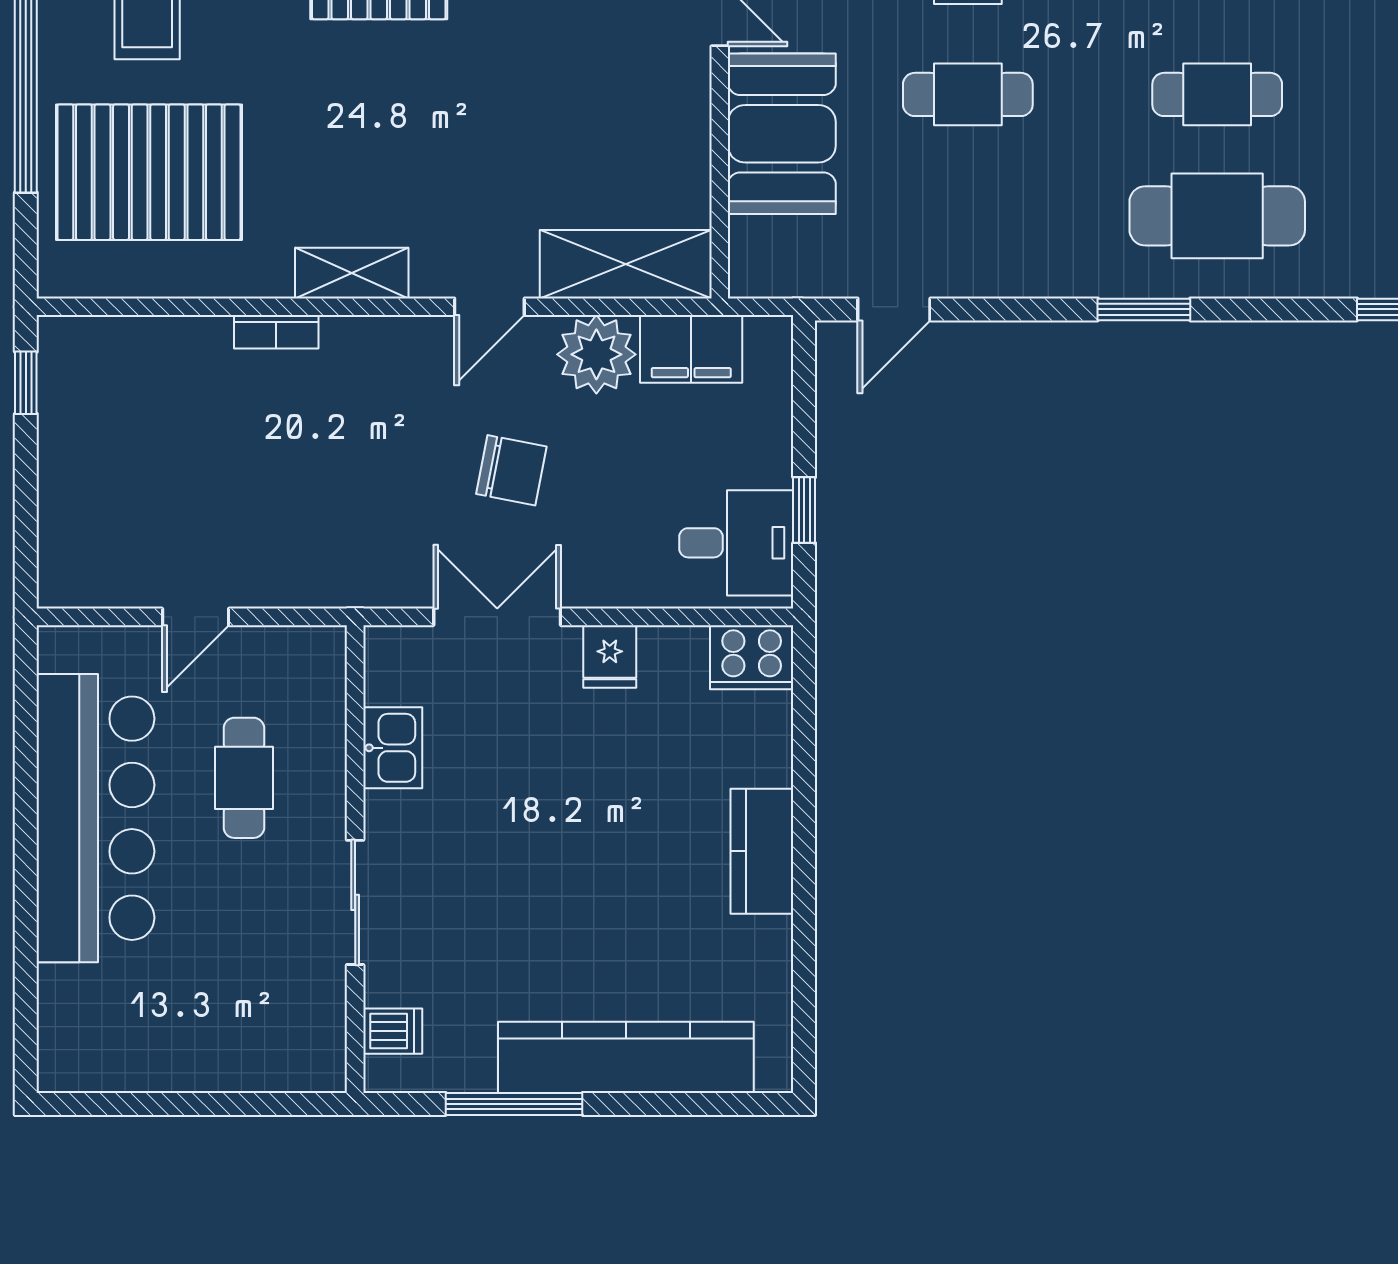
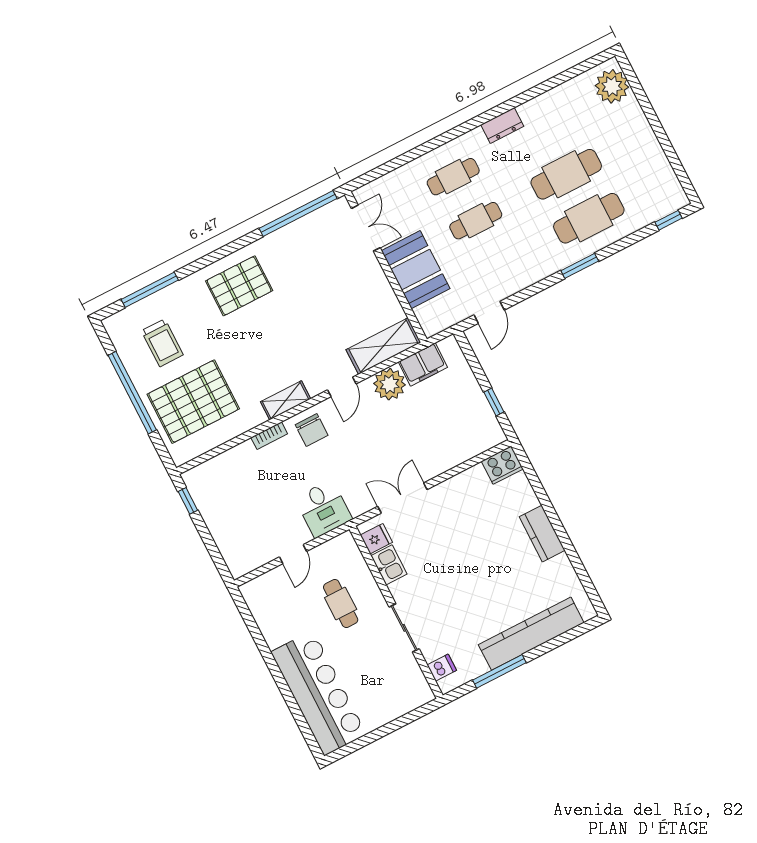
cafe table: (1217, 94) -> (566, 174), width x1.37, depth x1.35
chair: (511, 470) -> (312, 430), moved, turned 79
desk: (736, 543) -> (323, 509), moved, turned 90
fridge: (610, 656) -> (376, 539), moved, turned -90
bar counter: (95, 818) -> (319, 693), moved

